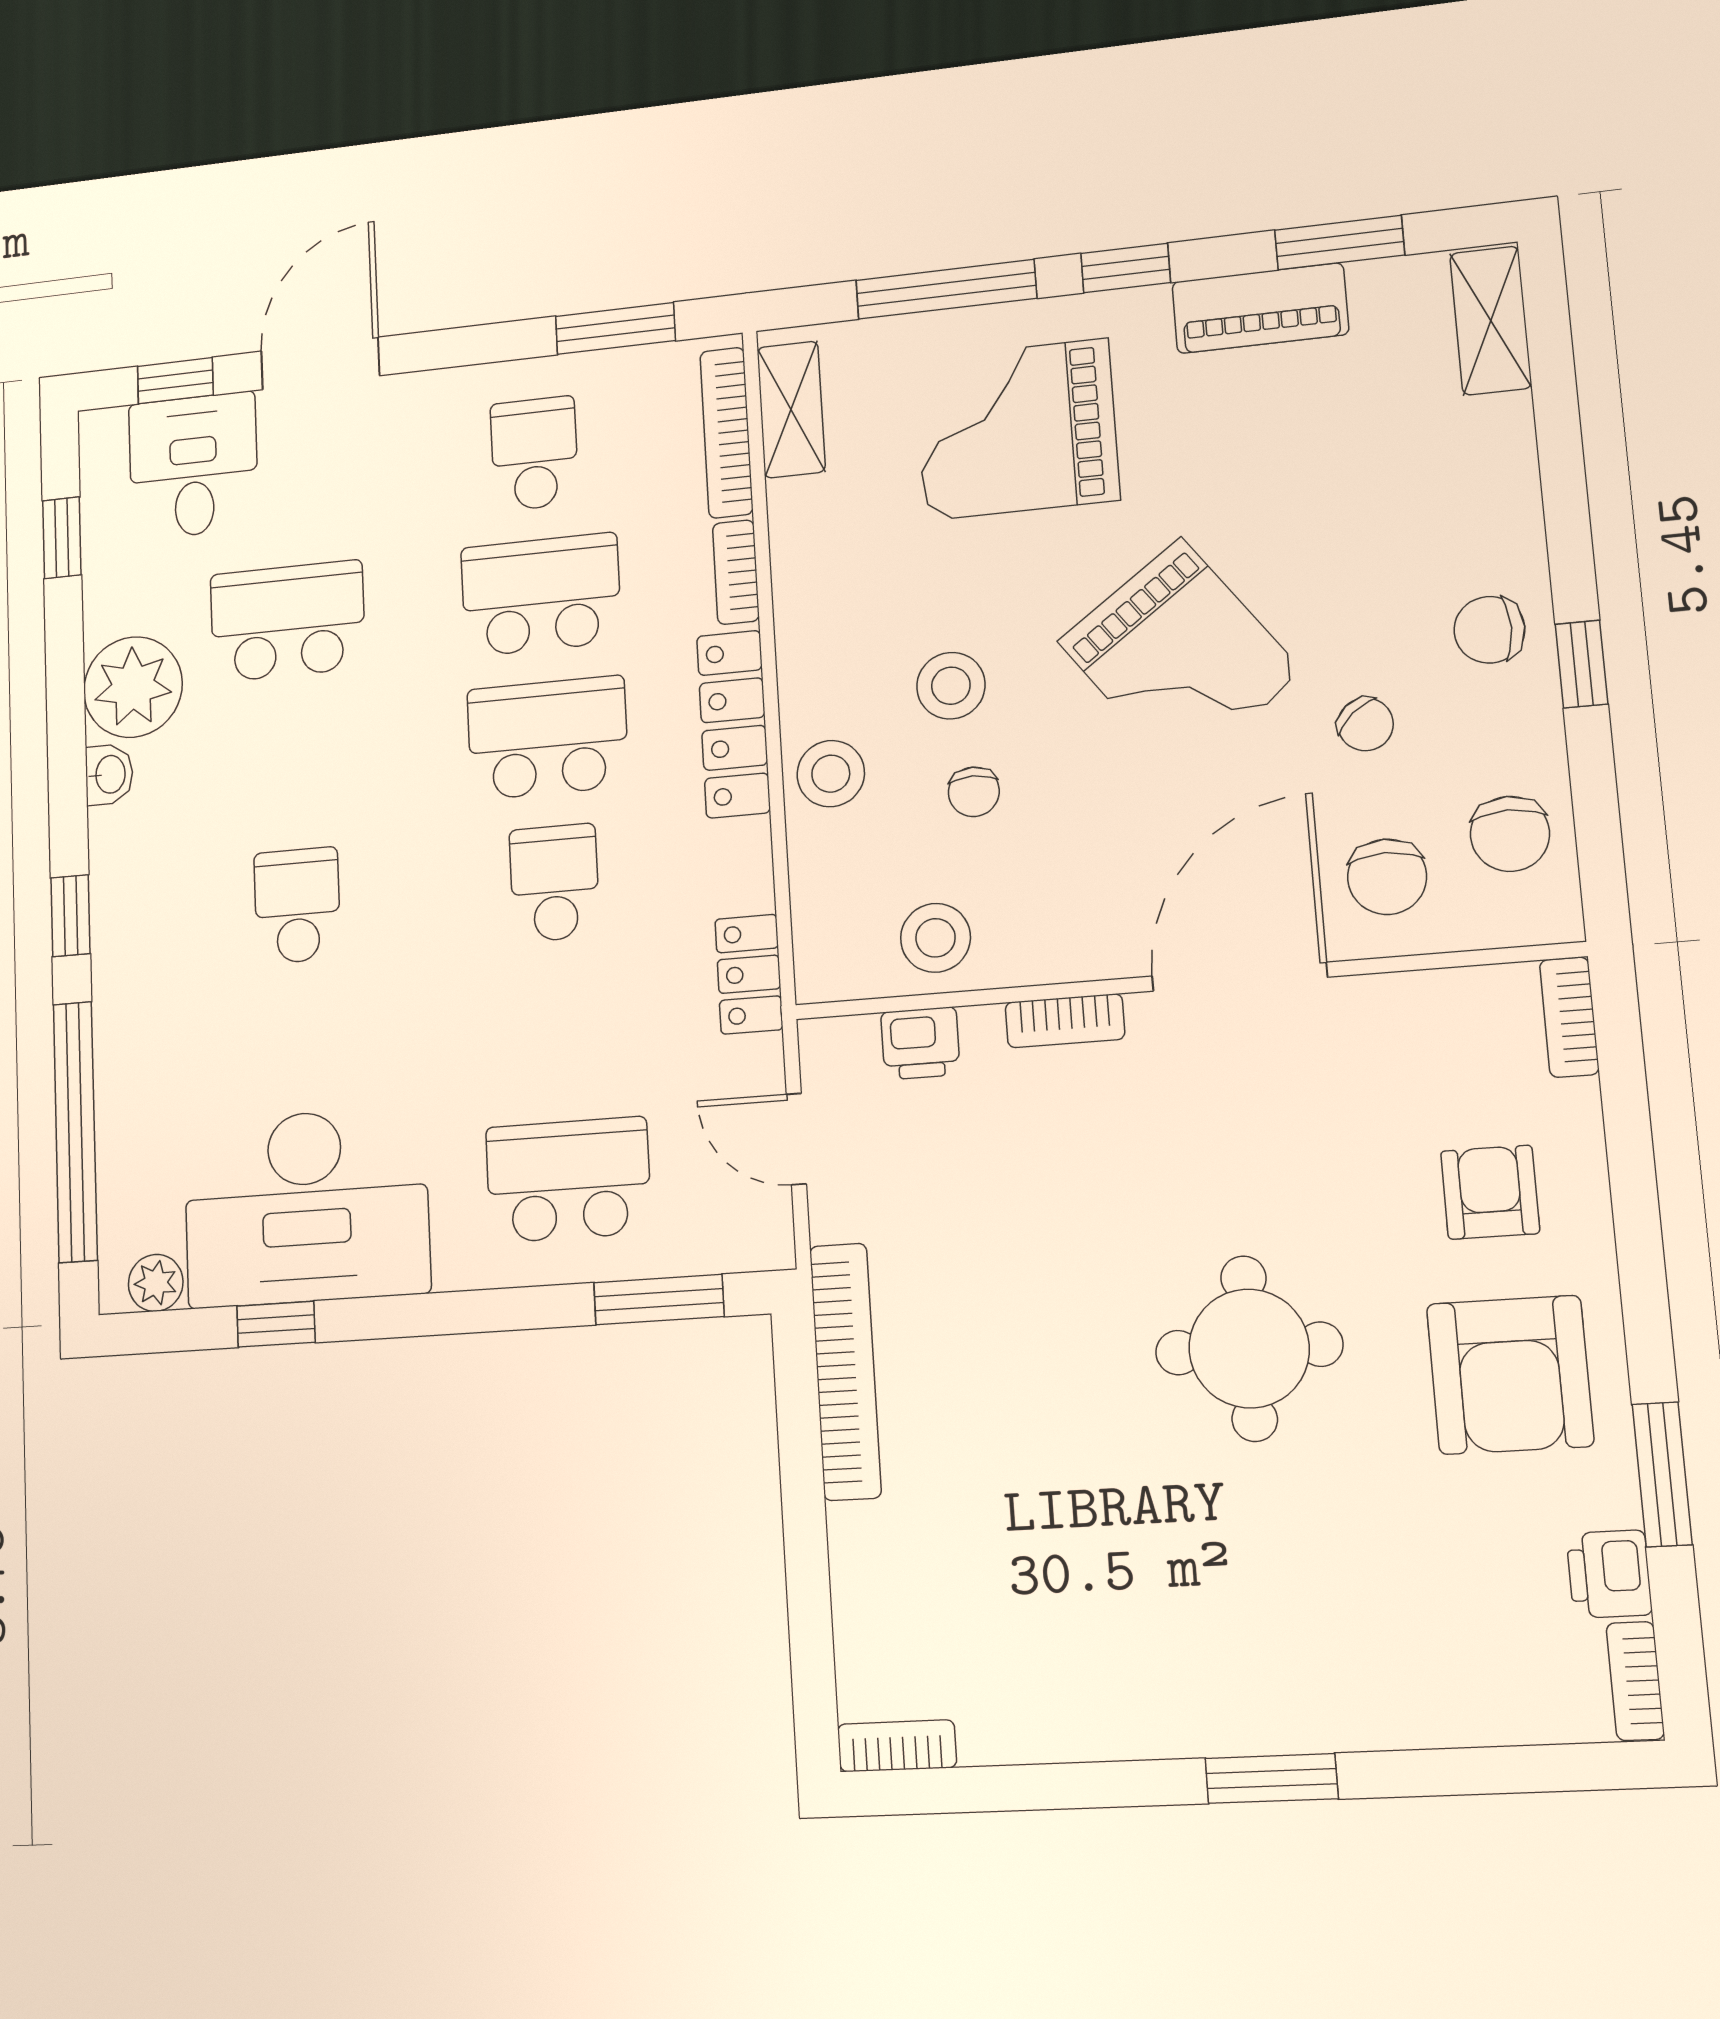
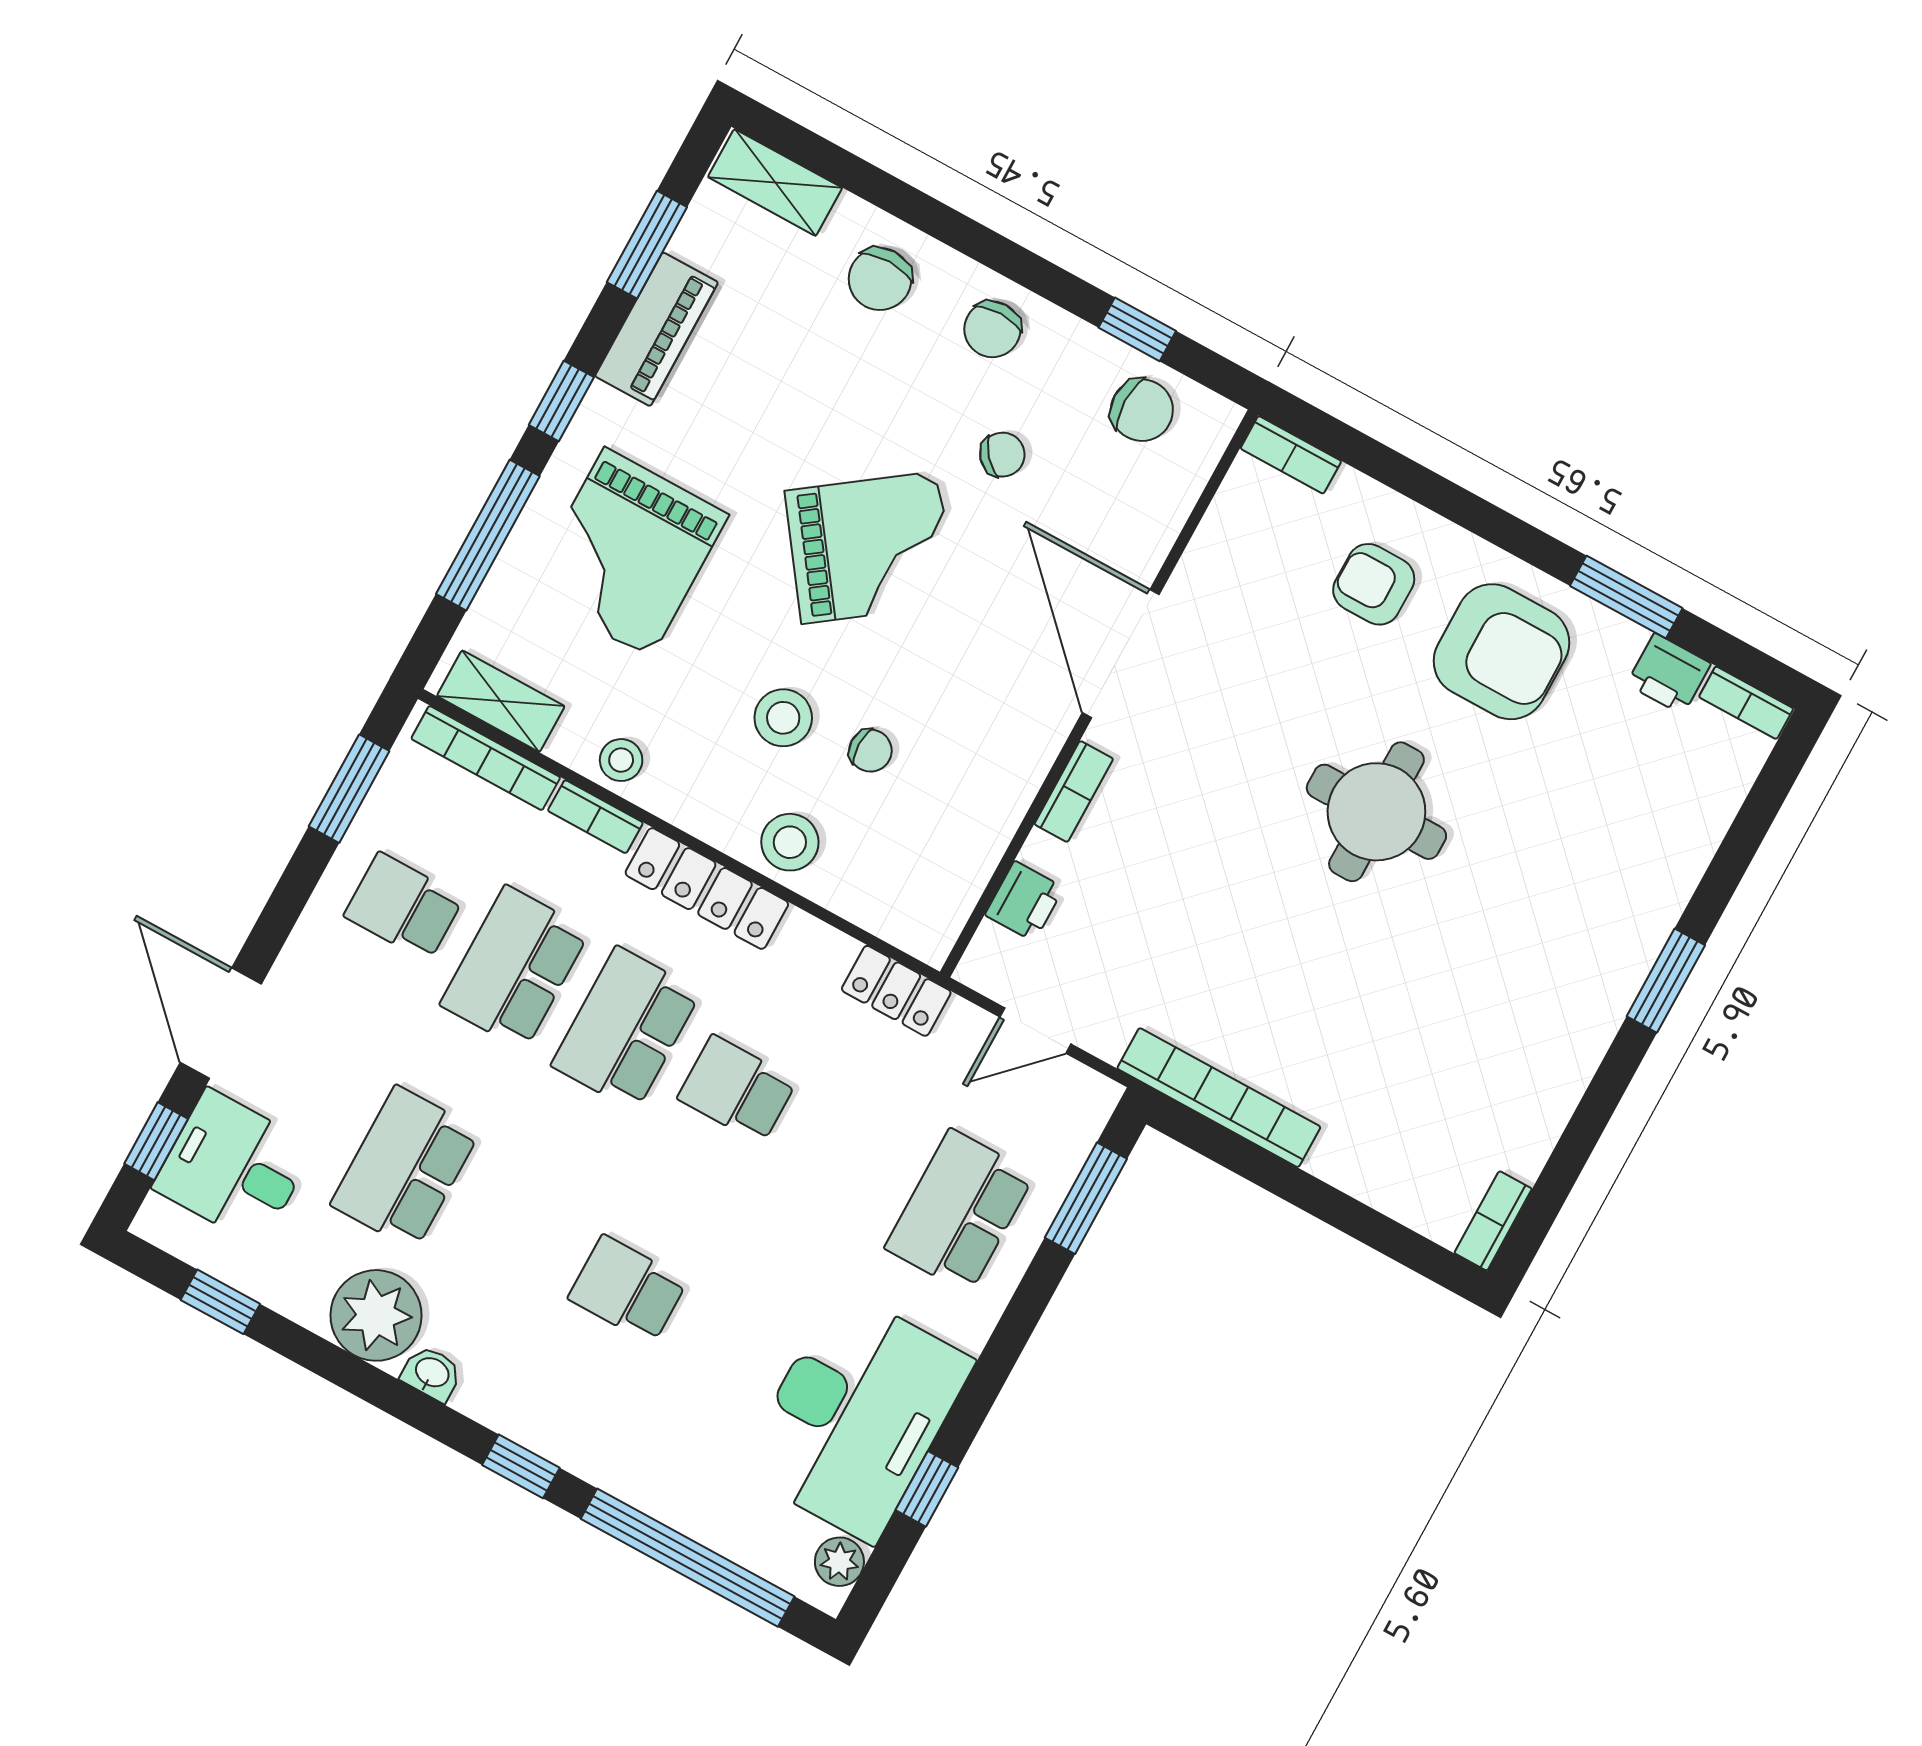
window: (1582, 664) -> (1137, 329), moved
chair: (1387, 877) -> (880, 279), moved, turned 90
stool: (935, 938) -> (621, 760), moved, width x0.73, depth x0.73

